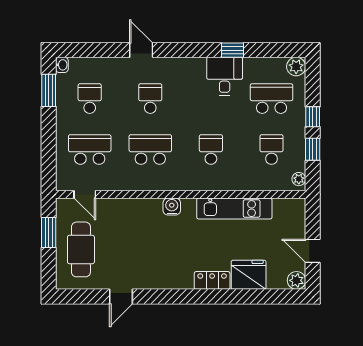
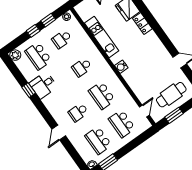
school desk: (90, 99) -> (98, 140), width x1.85

